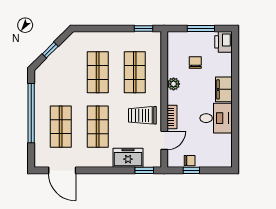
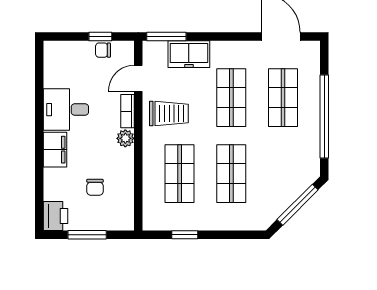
window: (143, 28) -> (185, 235), moved
window: (50, 50) -> (298, 205), width x2.17
plant: (173, 84) -> (125, 138), moved
window: (144, 170) -> (166, 37), width x1.50

